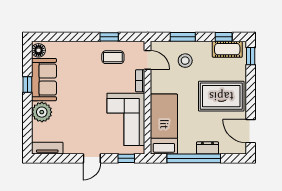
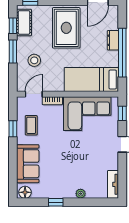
window: (183, 37) -> (13, 51), moved
sofa: (44, 80) -> (28, 164), moved, turned 90
plant: (42, 112) -> (81, 194), width x0.53, depth x0.53

